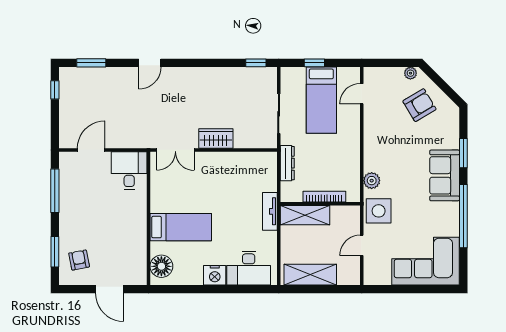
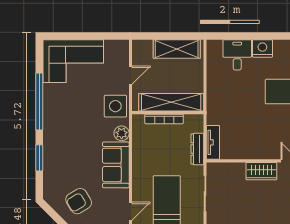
sofa: (445, 175) -> (116, 165), moved, turned 180
tv unit: (270, 211) -> (213, 142), moved
shelving: (305, 215) -> (171, 102), width x1.47
desk: (249, 268) -> (237, 55), width x0.73

